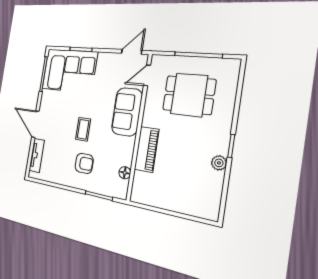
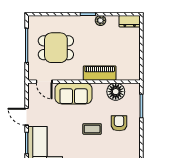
door: (132, 52) -> (27, 117), moved
dining table: (189, 95) -> (56, 48), turned 90
floor lamp: (125, 173) -> (116, 92), width x1.89, depth x1.89
dresser: (212, 205) -> (130, 21), added

